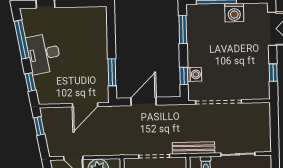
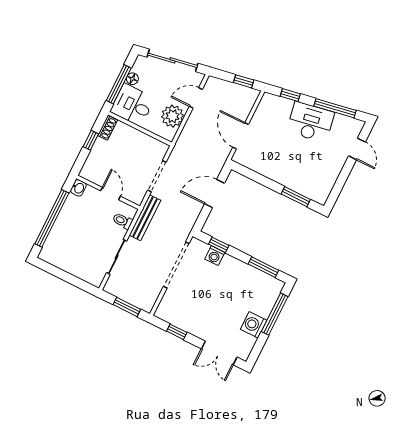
window: (112, 72) -> (296, 197), moved
door: (144, 101) -> (215, 194), swing flipped
window: (274, 124) -> (127, 307), added

